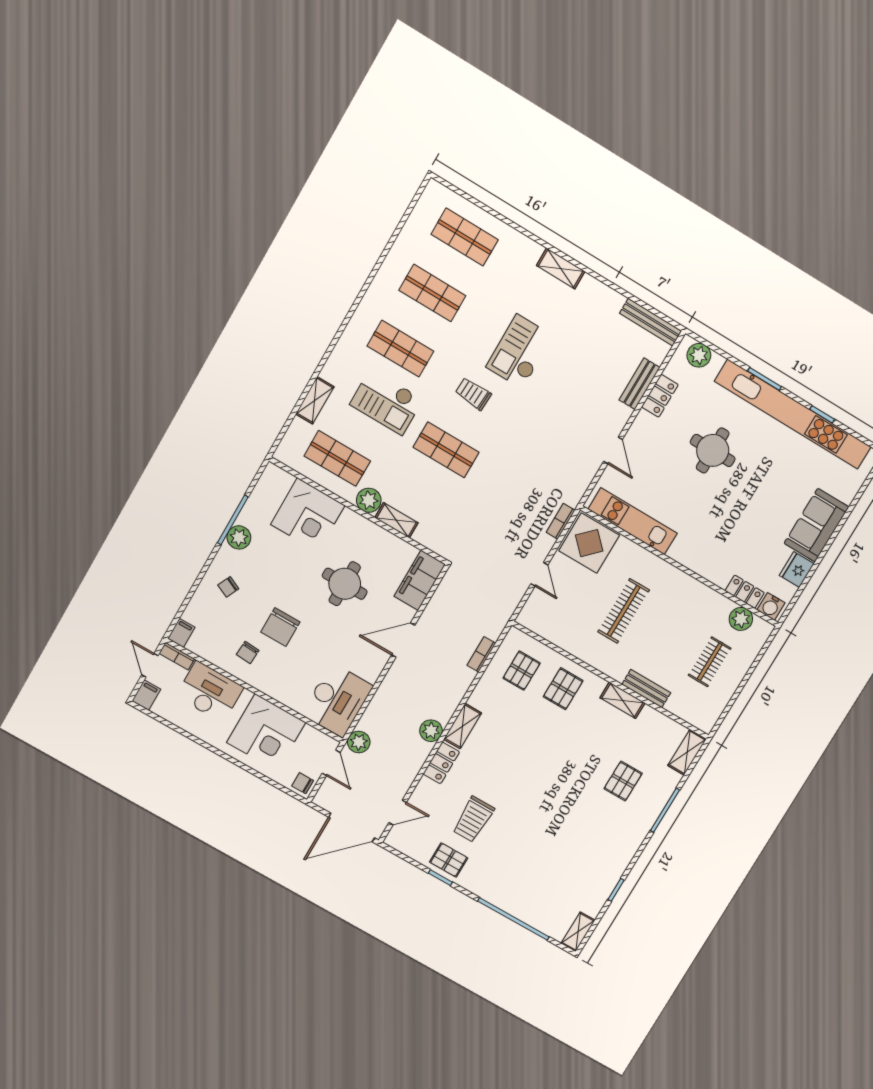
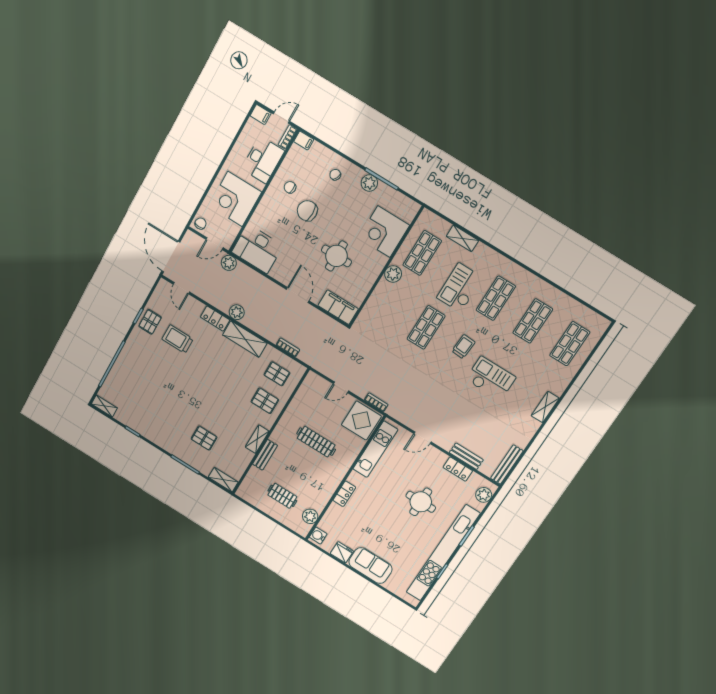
shelving: (396, 520) -> (379, 292), removed
locker: (745, 592) -> (344, 494), moved
shelving: (463, 726) -> (245, 339), width x1.50, depth x1.33

